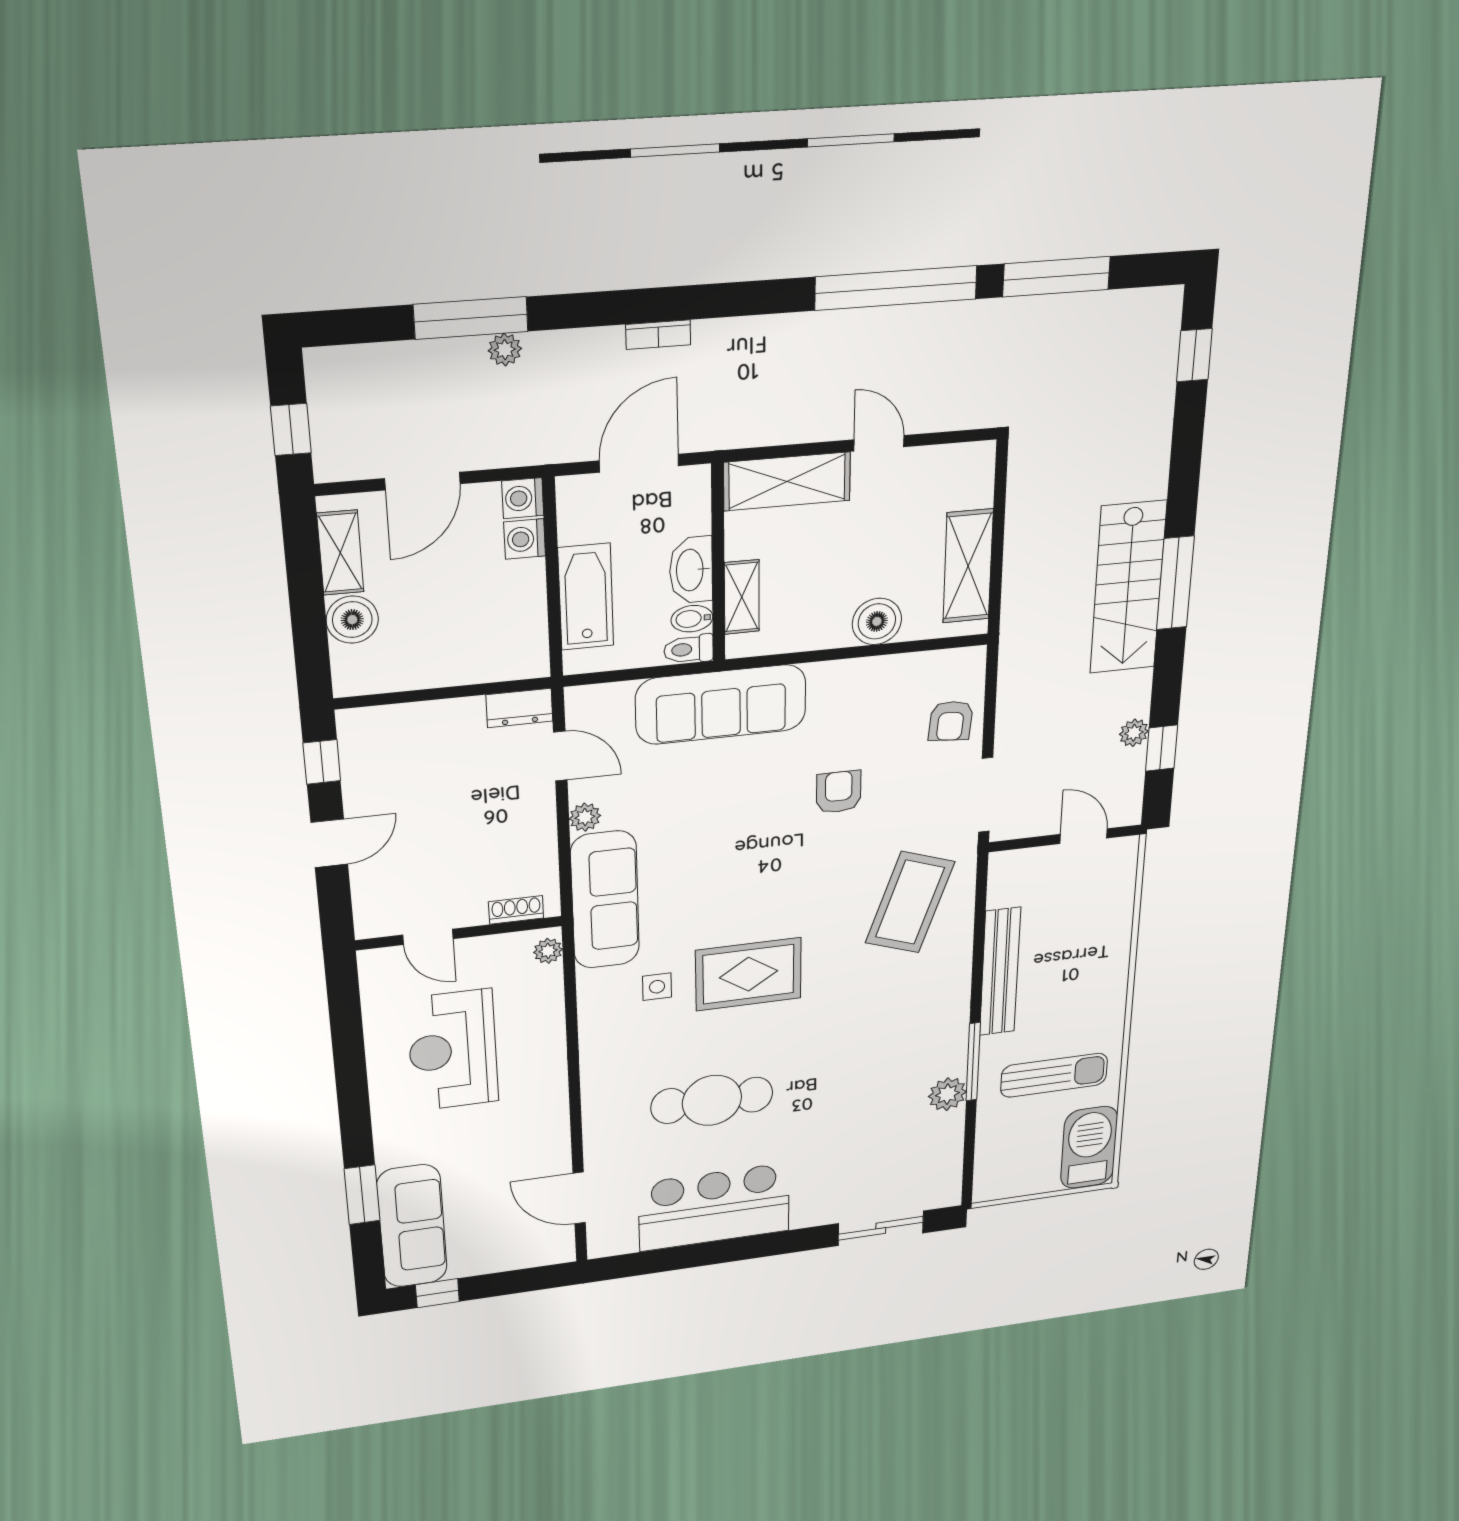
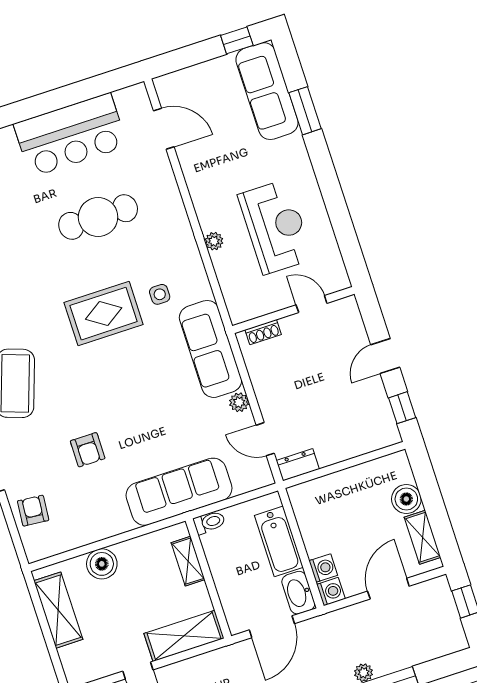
washbasin: (691, 570) -> (298, 593), moved, turned 180
bidet: (692, 619) -> (213, 542), removed
plant: (548, 951) -> (214, 241), moved

